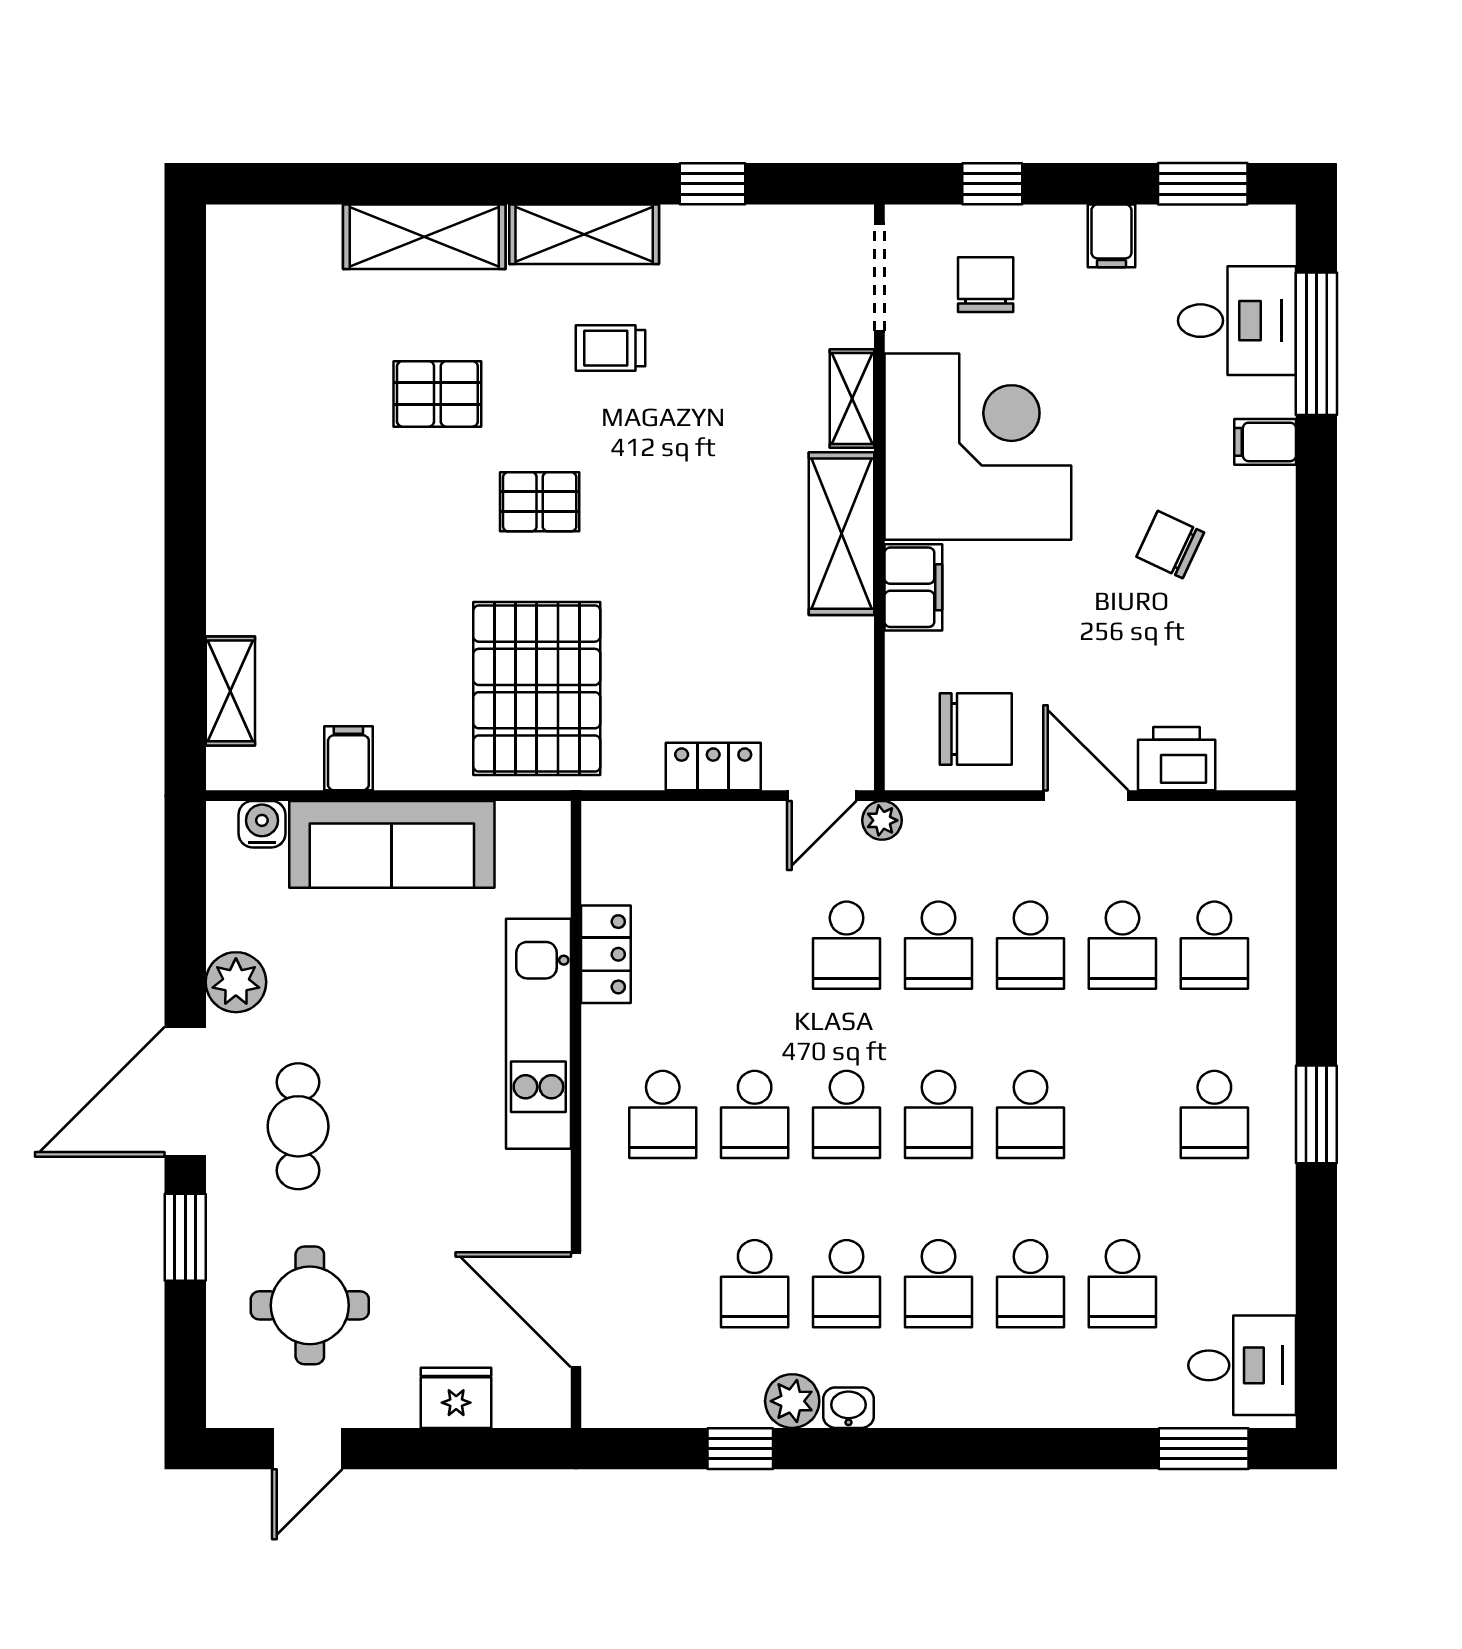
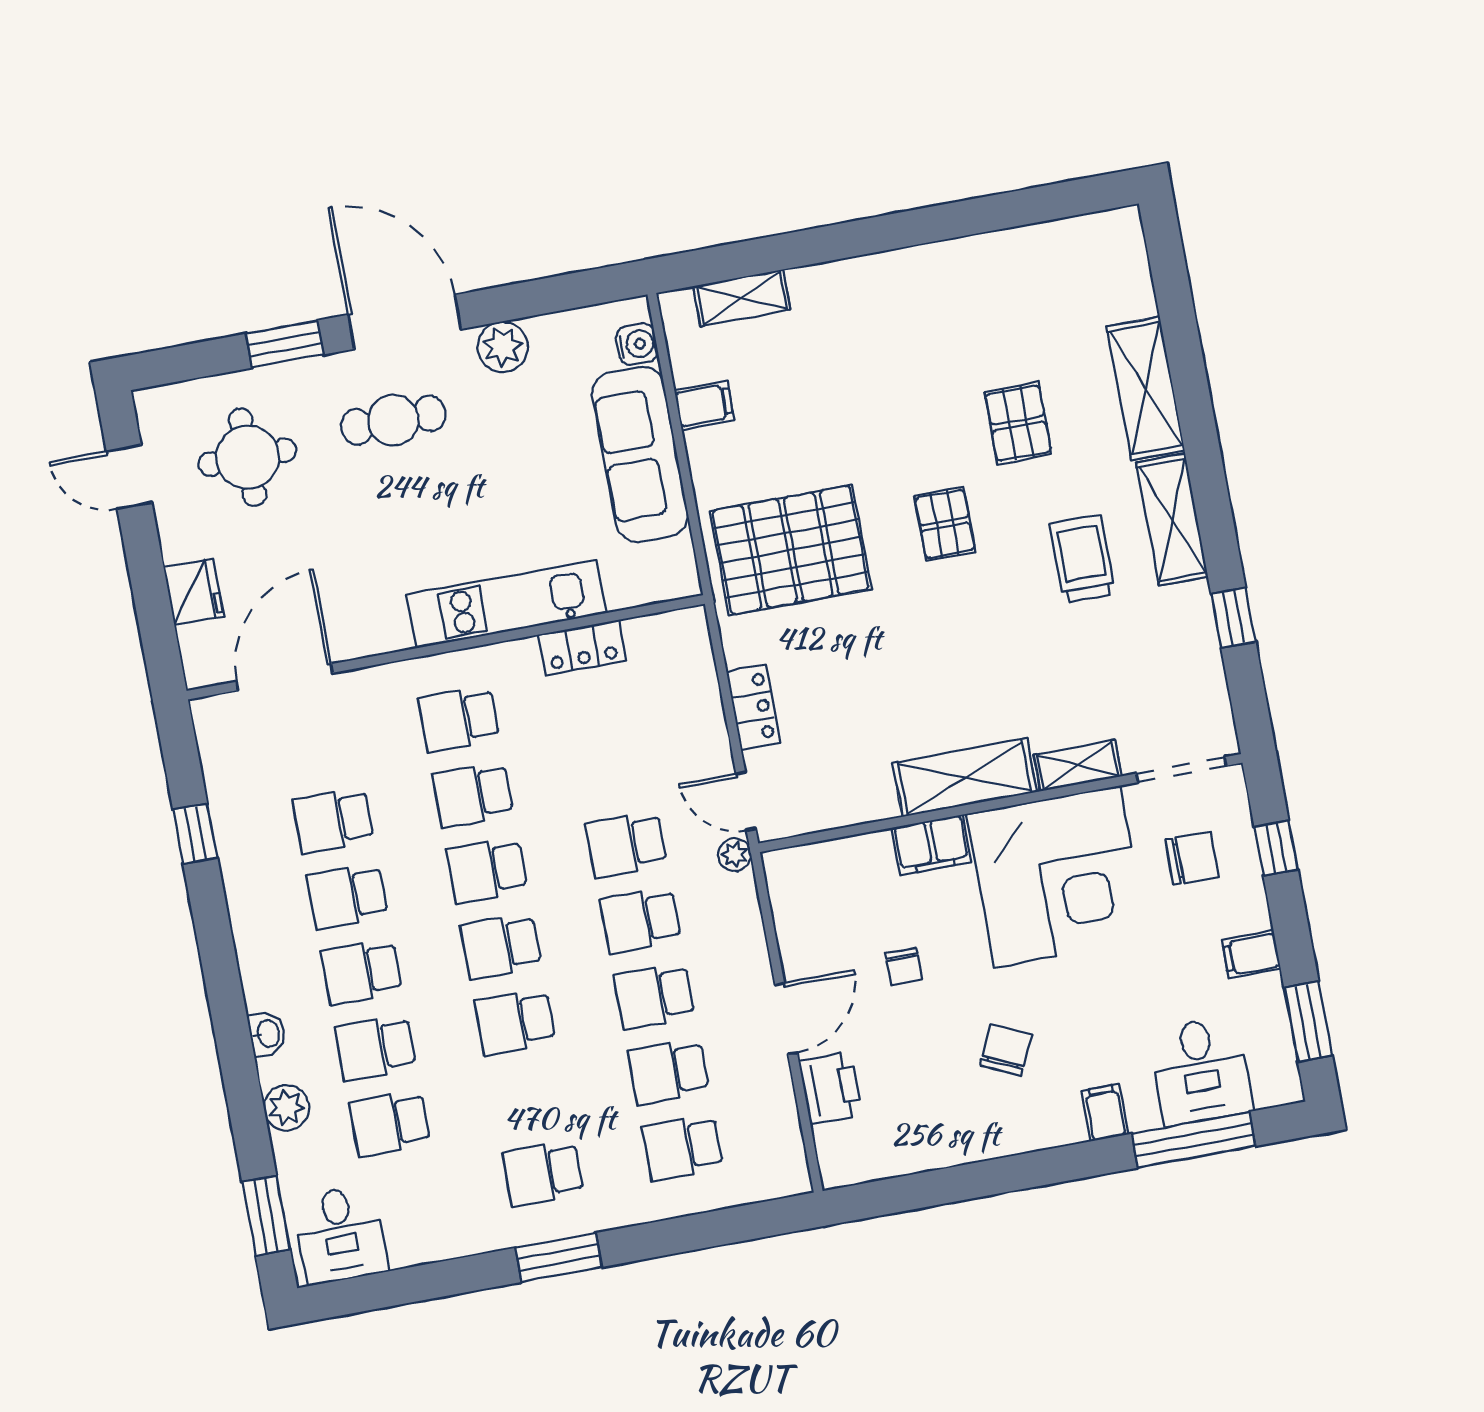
trolley: (611, 348) -> (1082, 559), width x1.36, depth x1.39
chair: (976, 729) -> (904, 967), moved, width x0.54, depth x0.54
plant: (792, 1401) -> (287, 1108), moved
washbasin: (848, 1408) -> (267, 1034), moved

